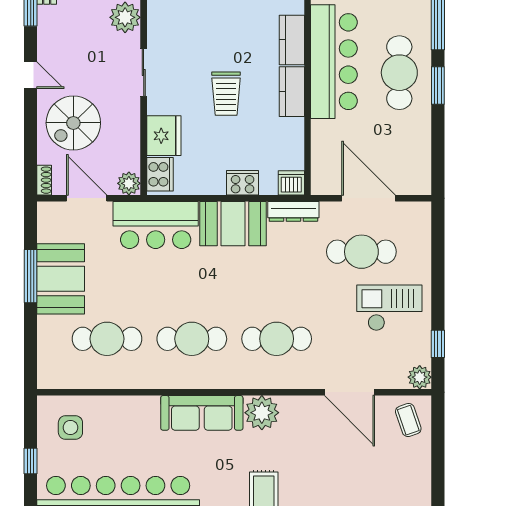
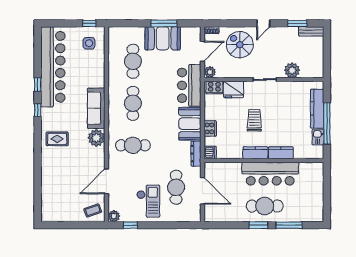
trolley: (226, 94) -> (254, 120), turned 90
door: (368, 198) -> (203, 191), hinge flipped
cafe table: (277, 339) -> (133, 145), turned 90
window: (31, 461) -> (89, 23), moved

